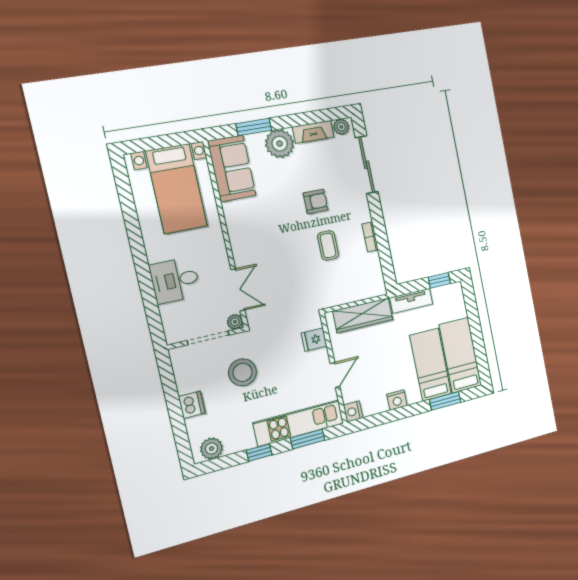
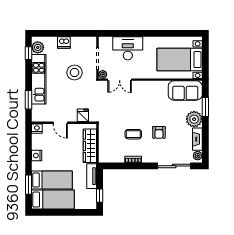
desk: (175, 280) -> (128, 48), width x1.37
kitchen unit: (299, 423) -> (39, 79), moved
window: (259, 452) -> (28, 53), moved

